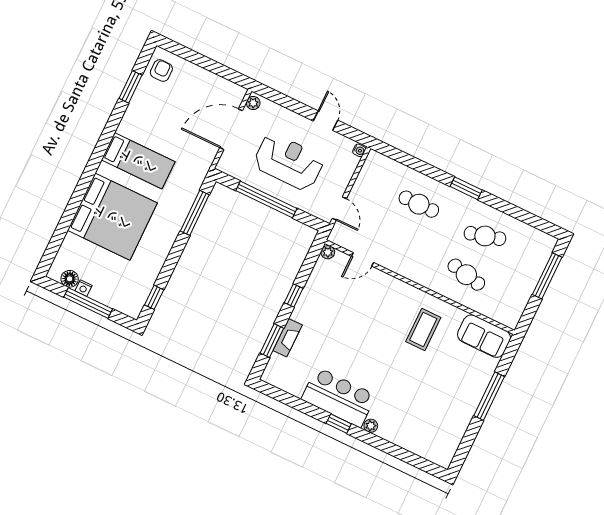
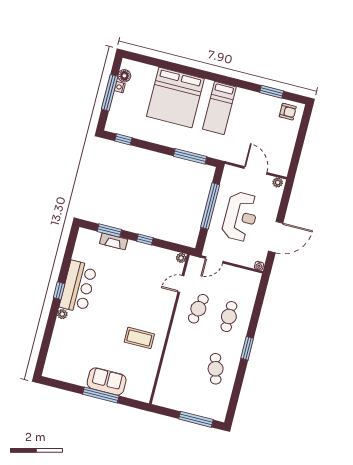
door: (325, 121) -> (276, 237), width x1.88
door: (231, 129) -> (256, 170), width x0.73
door: (362, 259) -> (181, 284), hinge flipped
cafe table: (466, 275) -> (198, 309), moved
sofa: (484, 336) -> (107, 381), moved, turned 90

